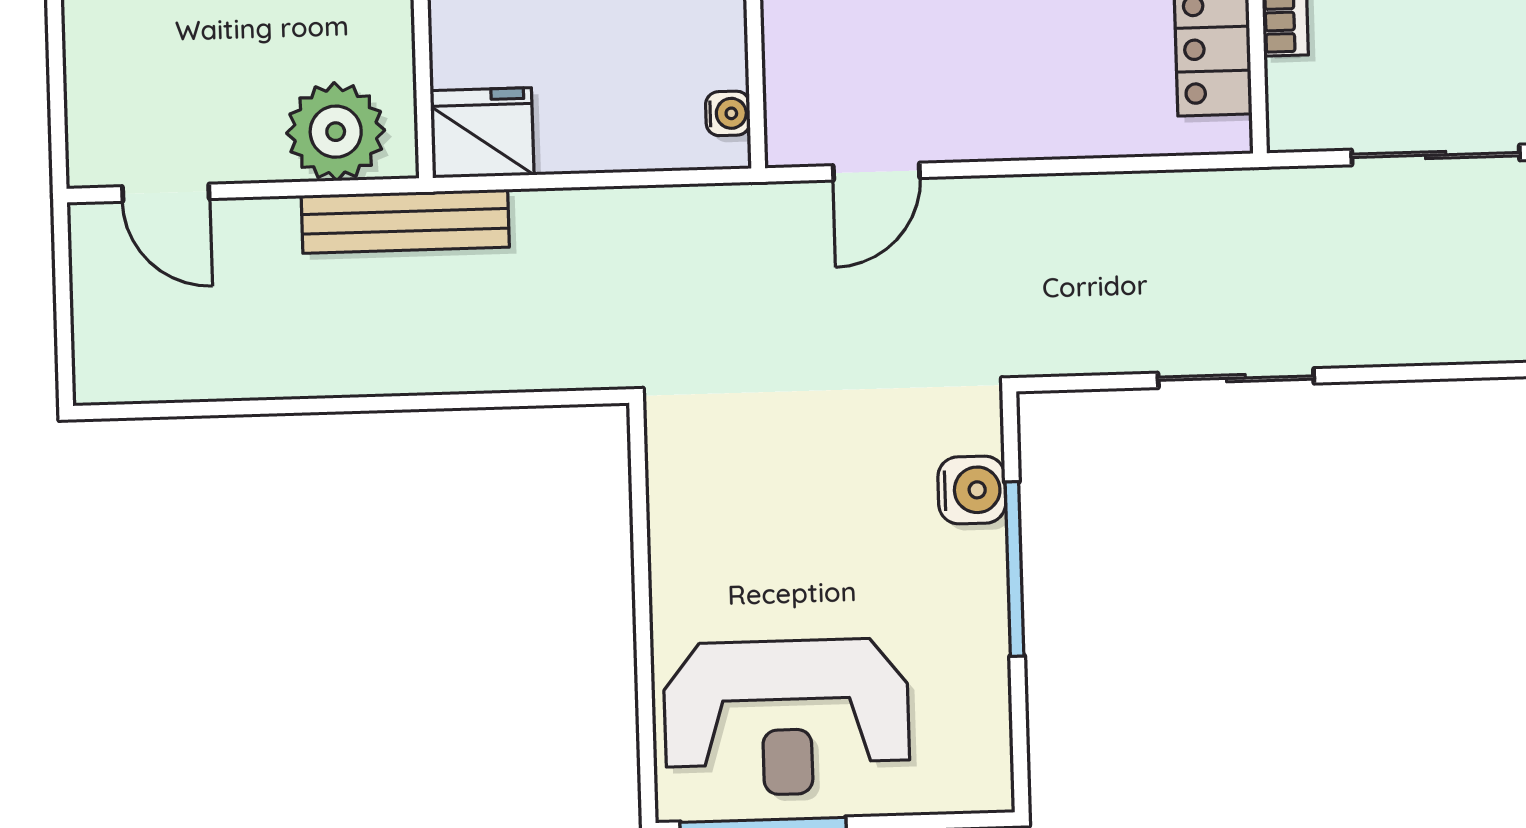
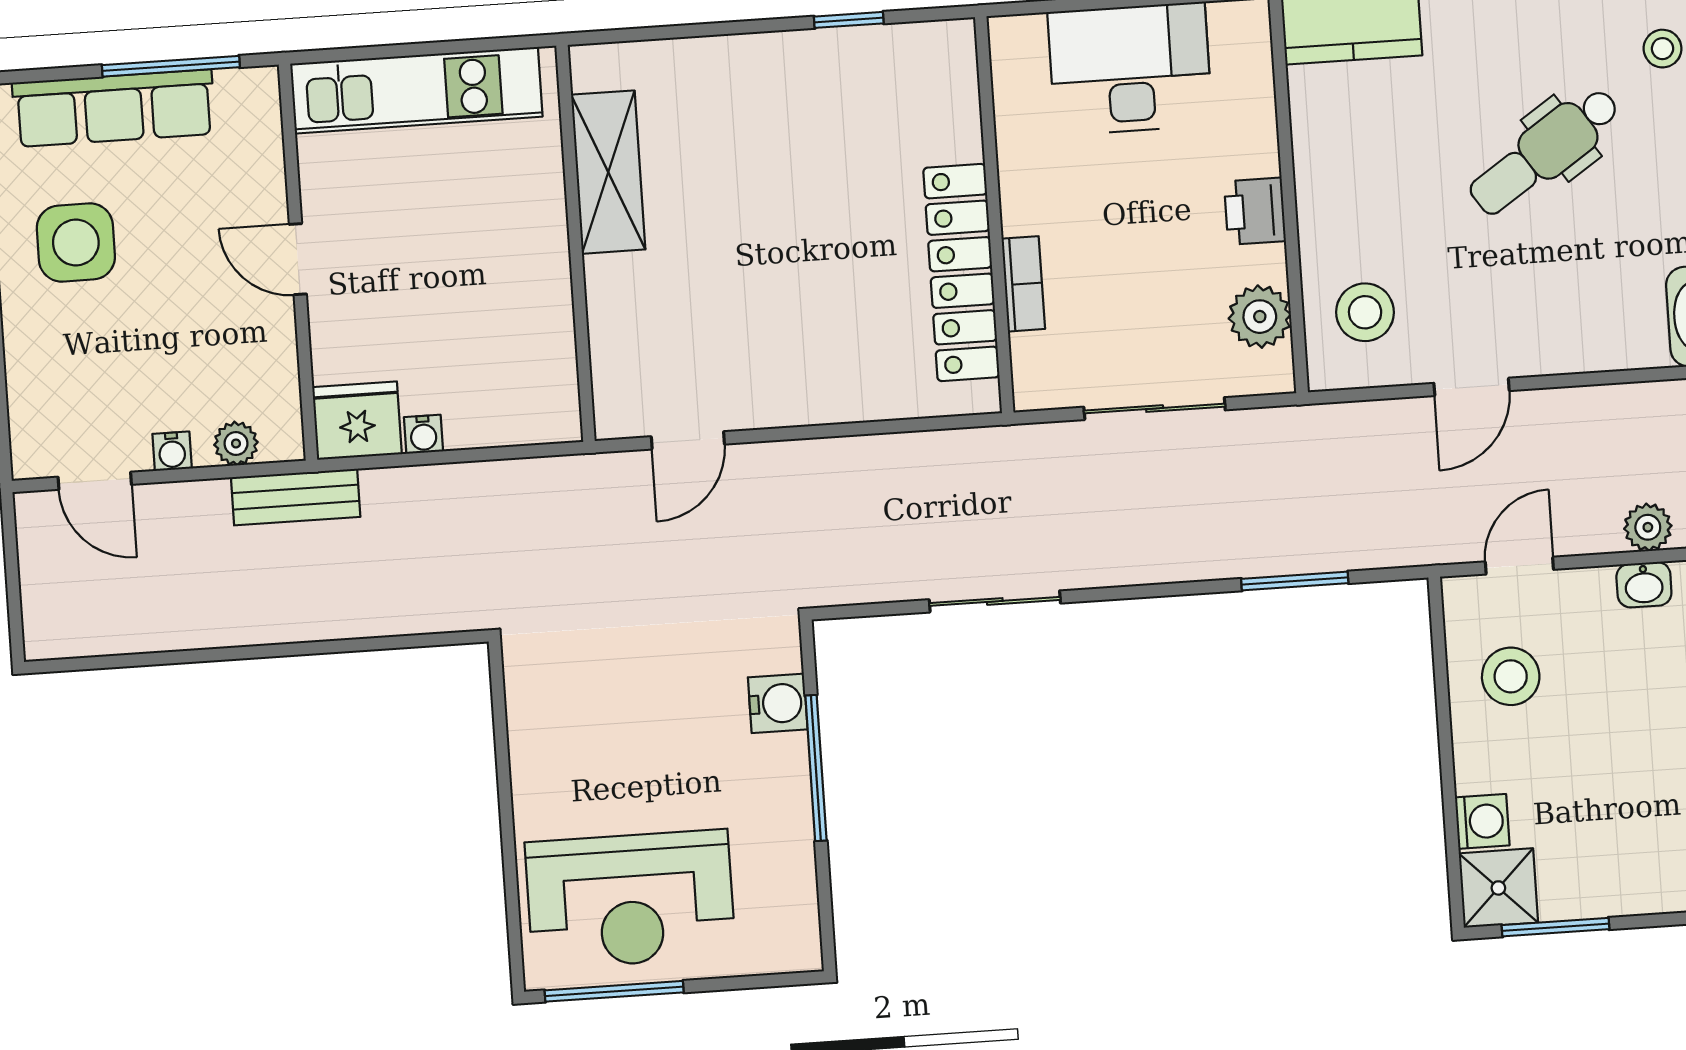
water cooler: (728, 113) -> (423, 434), moved, turned 90
plant: (336, 132) -> (236, 444), width x0.53, depth x0.53
water cooler: (260, 161) -> (172, 451), added
bench: (405, 221) -> (296, 497), width x0.73

